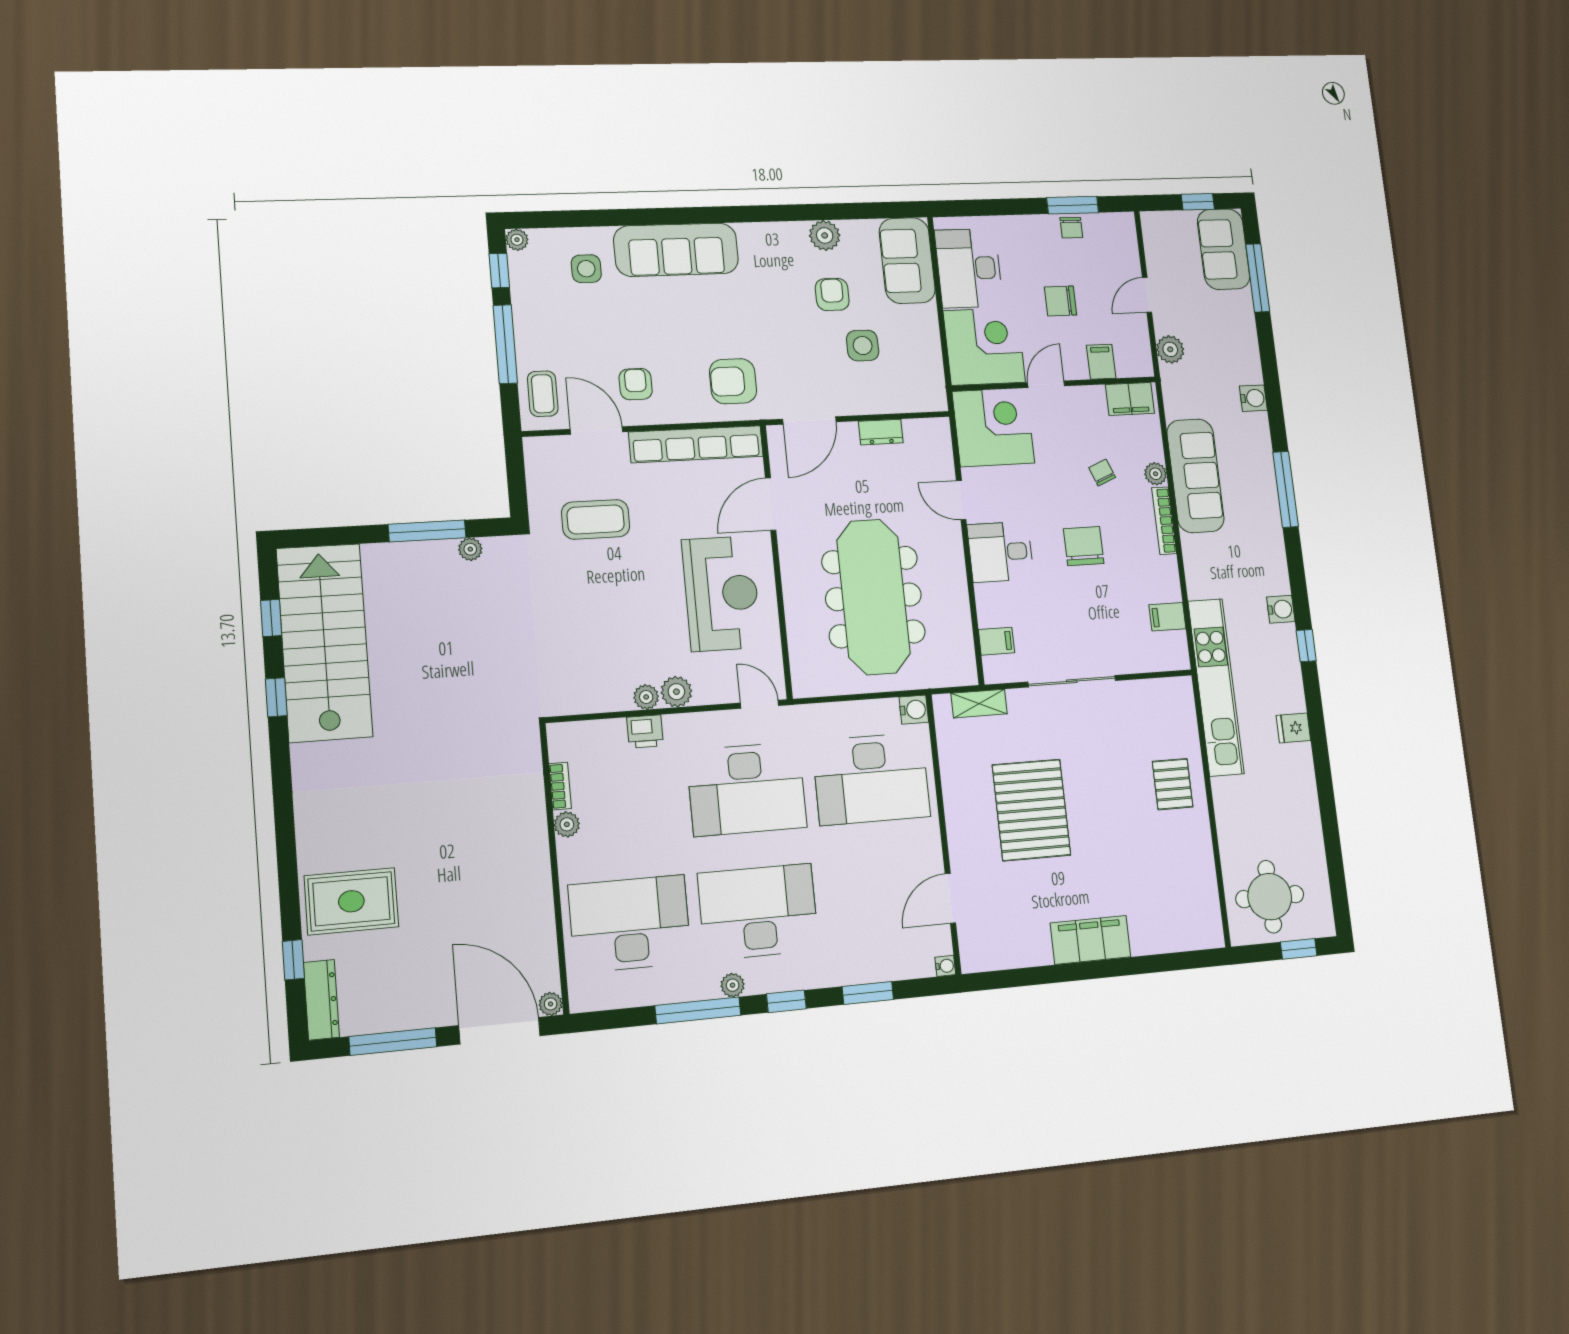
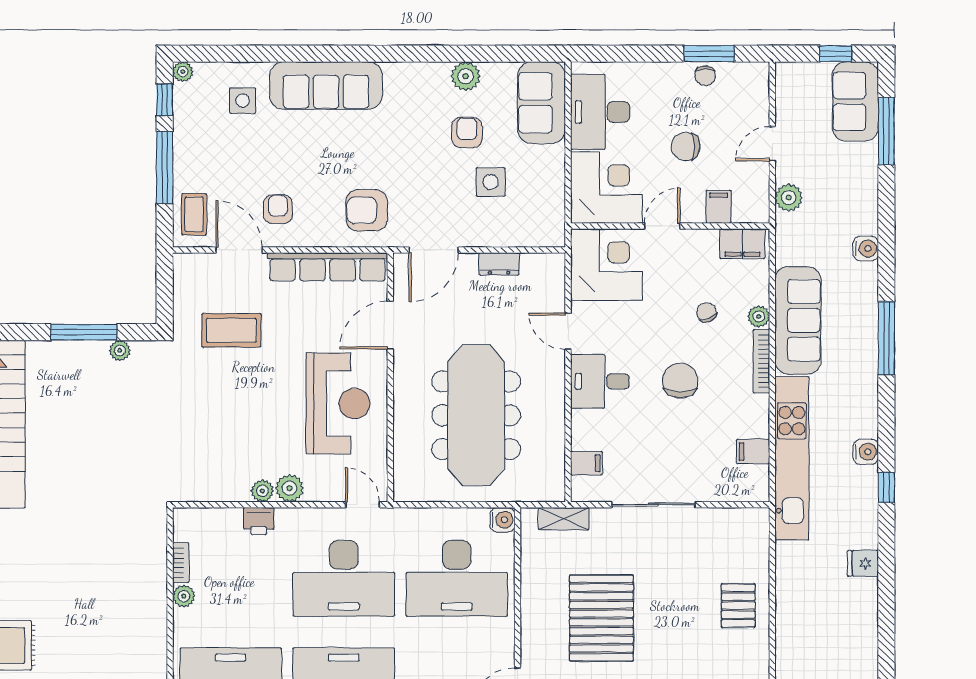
kitchen unit: (1216, 687) -> (792, 458), moved

